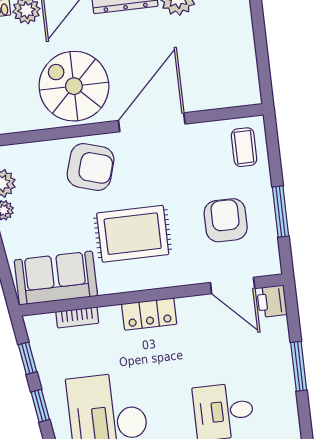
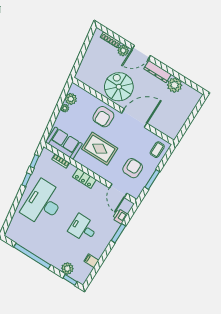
armchair: (91, 167) -> (103, 117), turned 73
printer: (272, 301) -> (120, 216), moved

